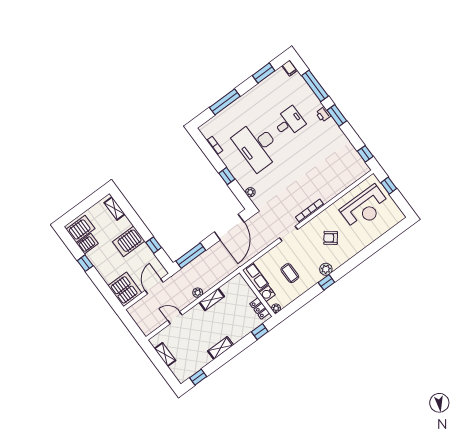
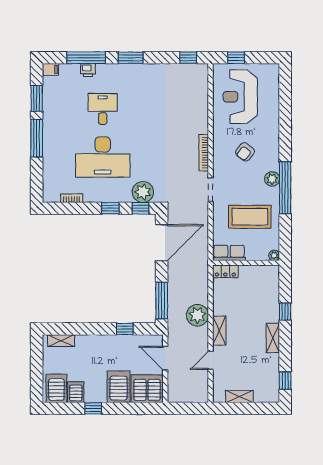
window: (225, 102) -> (37, 138), moved
printer: (323, 114) -> (88, 70), moved
plant: (250, 192) -> (143, 192), width x1.87, depth x1.87
window: (242, 196) -> (141, 208), added
reception desk: (365, 208) -> (240, 97), turned 180
door: (229, 227) -> (162, 243), hinge flipped
server rack: (129, 241) -> (119, 387), moved, turned 180
coffee table: (290, 273) -> (250, 217), width x1.86, depth x1.72
window: (326, 282) -> (285, 188), width x3.17
plant: (198, 293) -> (197, 315), width x1.88, depth x1.88
water cooler: (267, 294) -> (254, 254), removed
shelving: (212, 299) -> (219, 331), moved
locker: (260, 308) -> (225, 271), moved
window: (260, 332) -> (285, 312), moved

